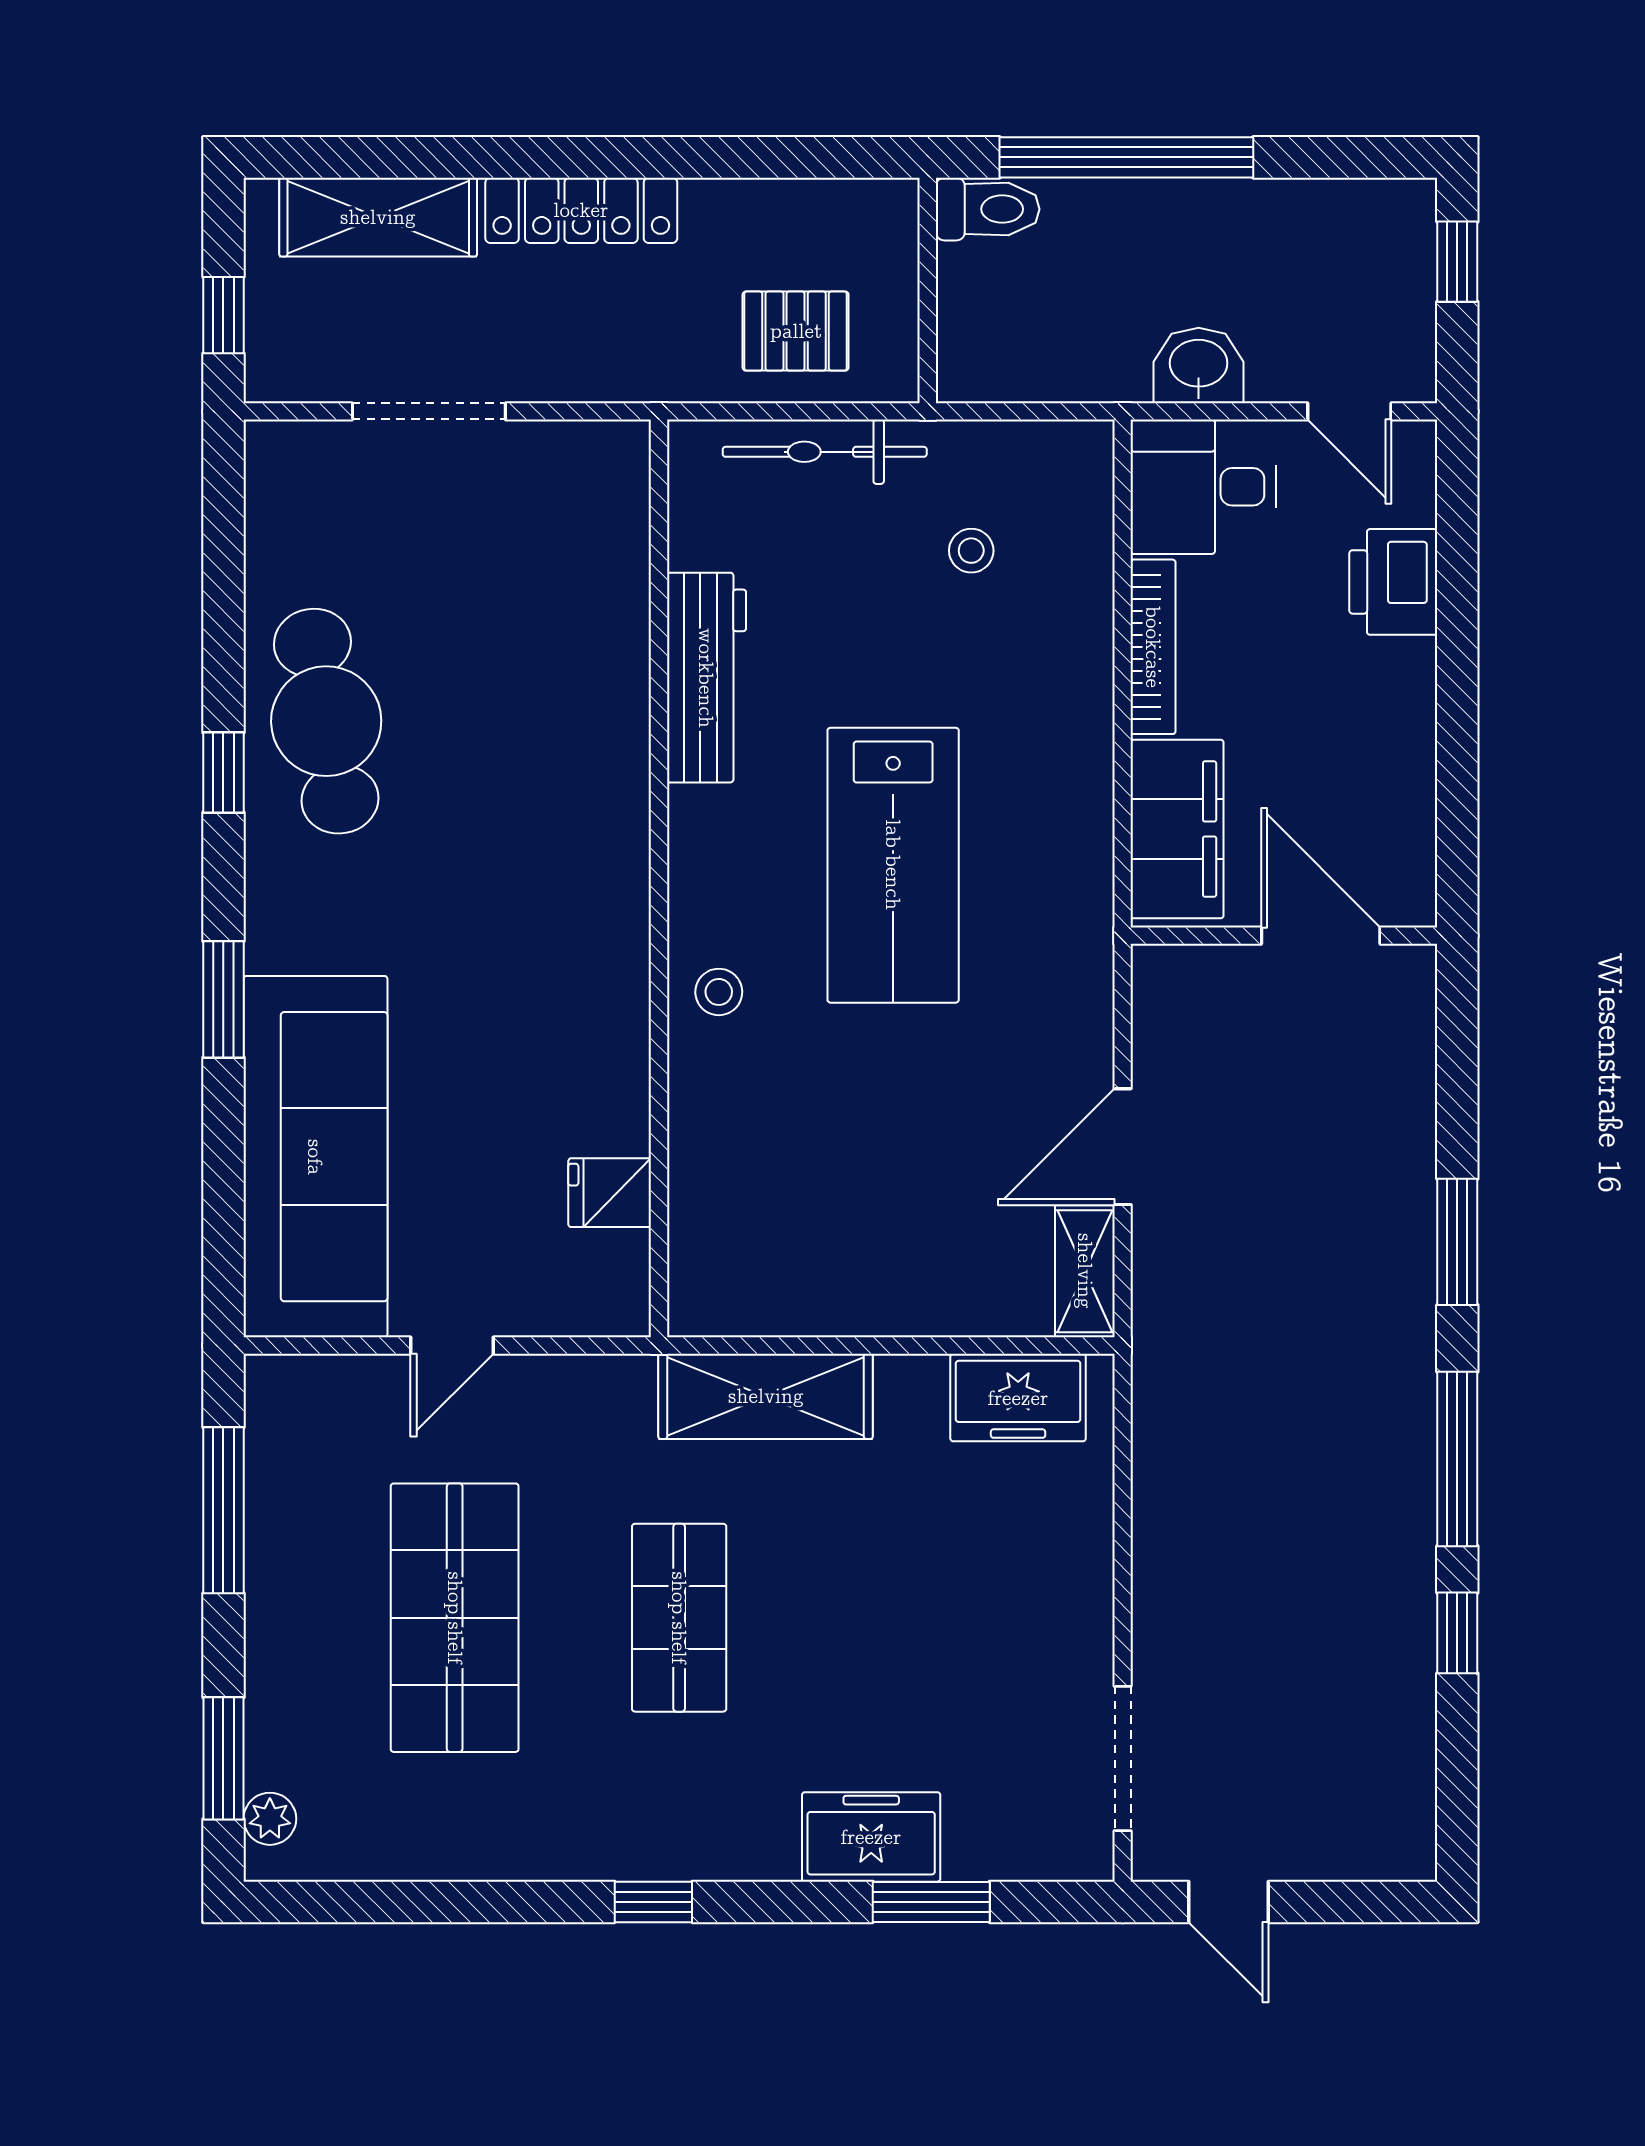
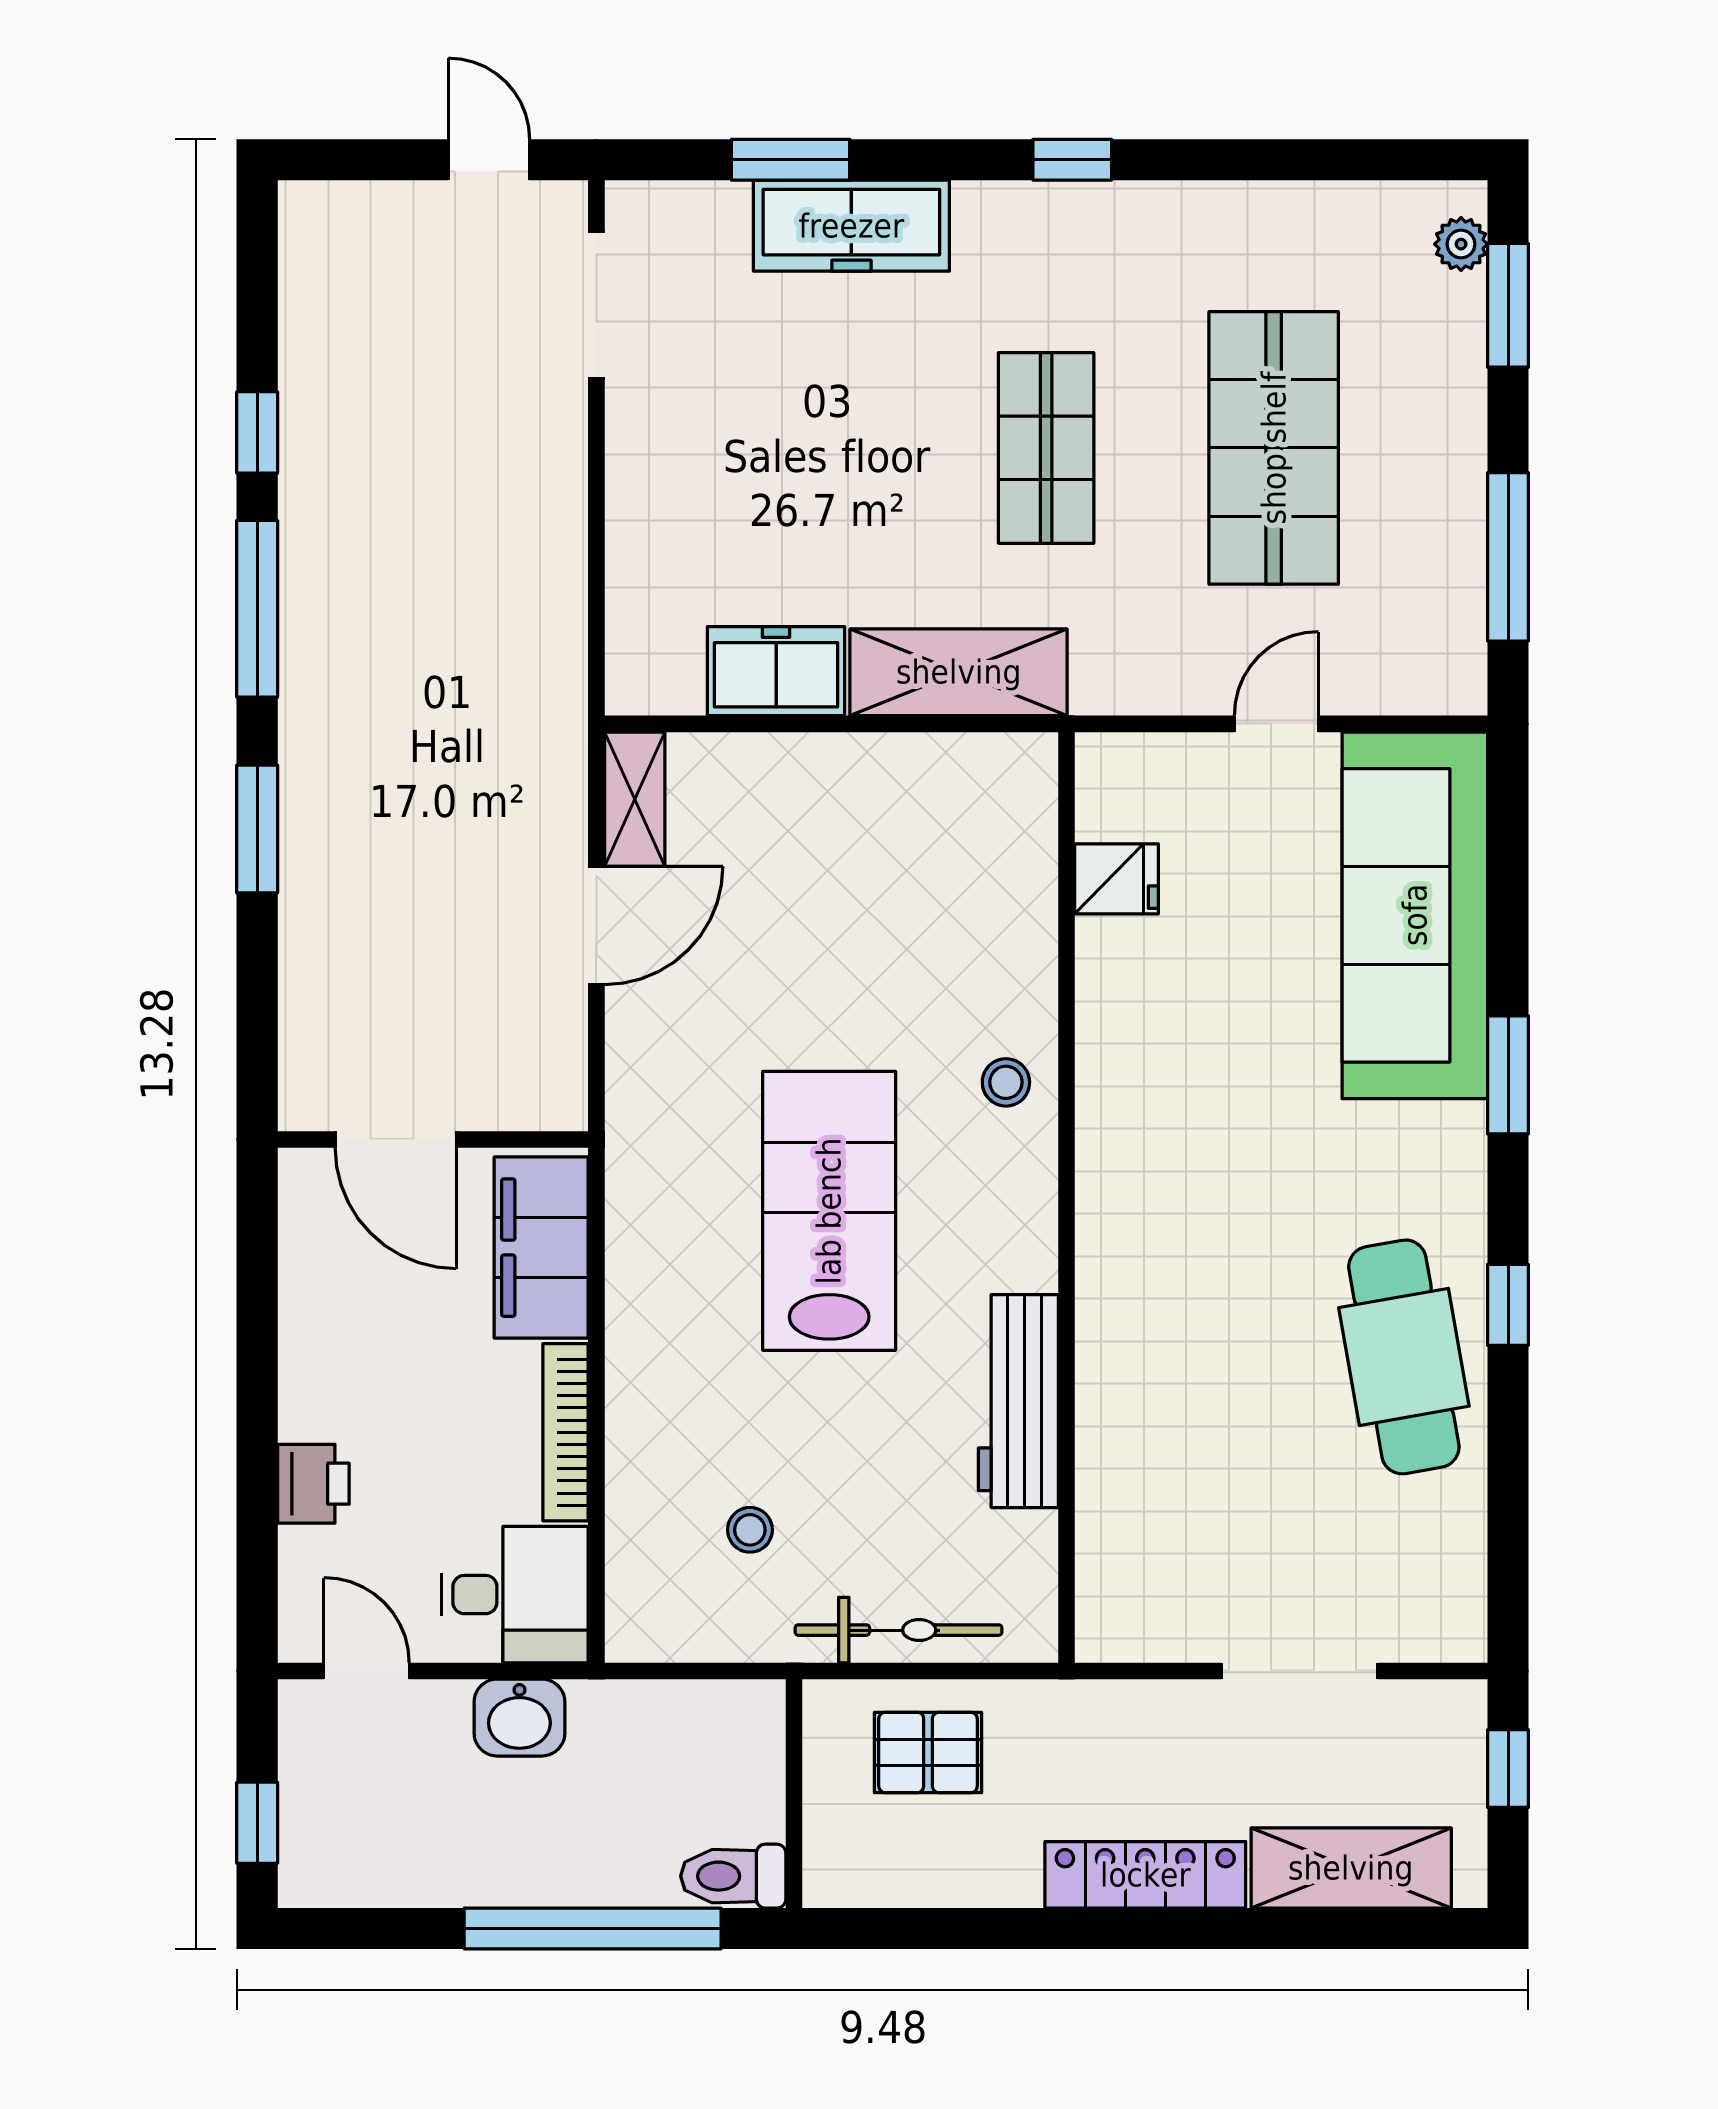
printer: (1393, 582) -> (313, 1484), width x0.73, depth x0.81
freezer: (1018, 1398) -> (776, 671), moved
freezer: (871, 1837) -> (851, 226), width x1.40

